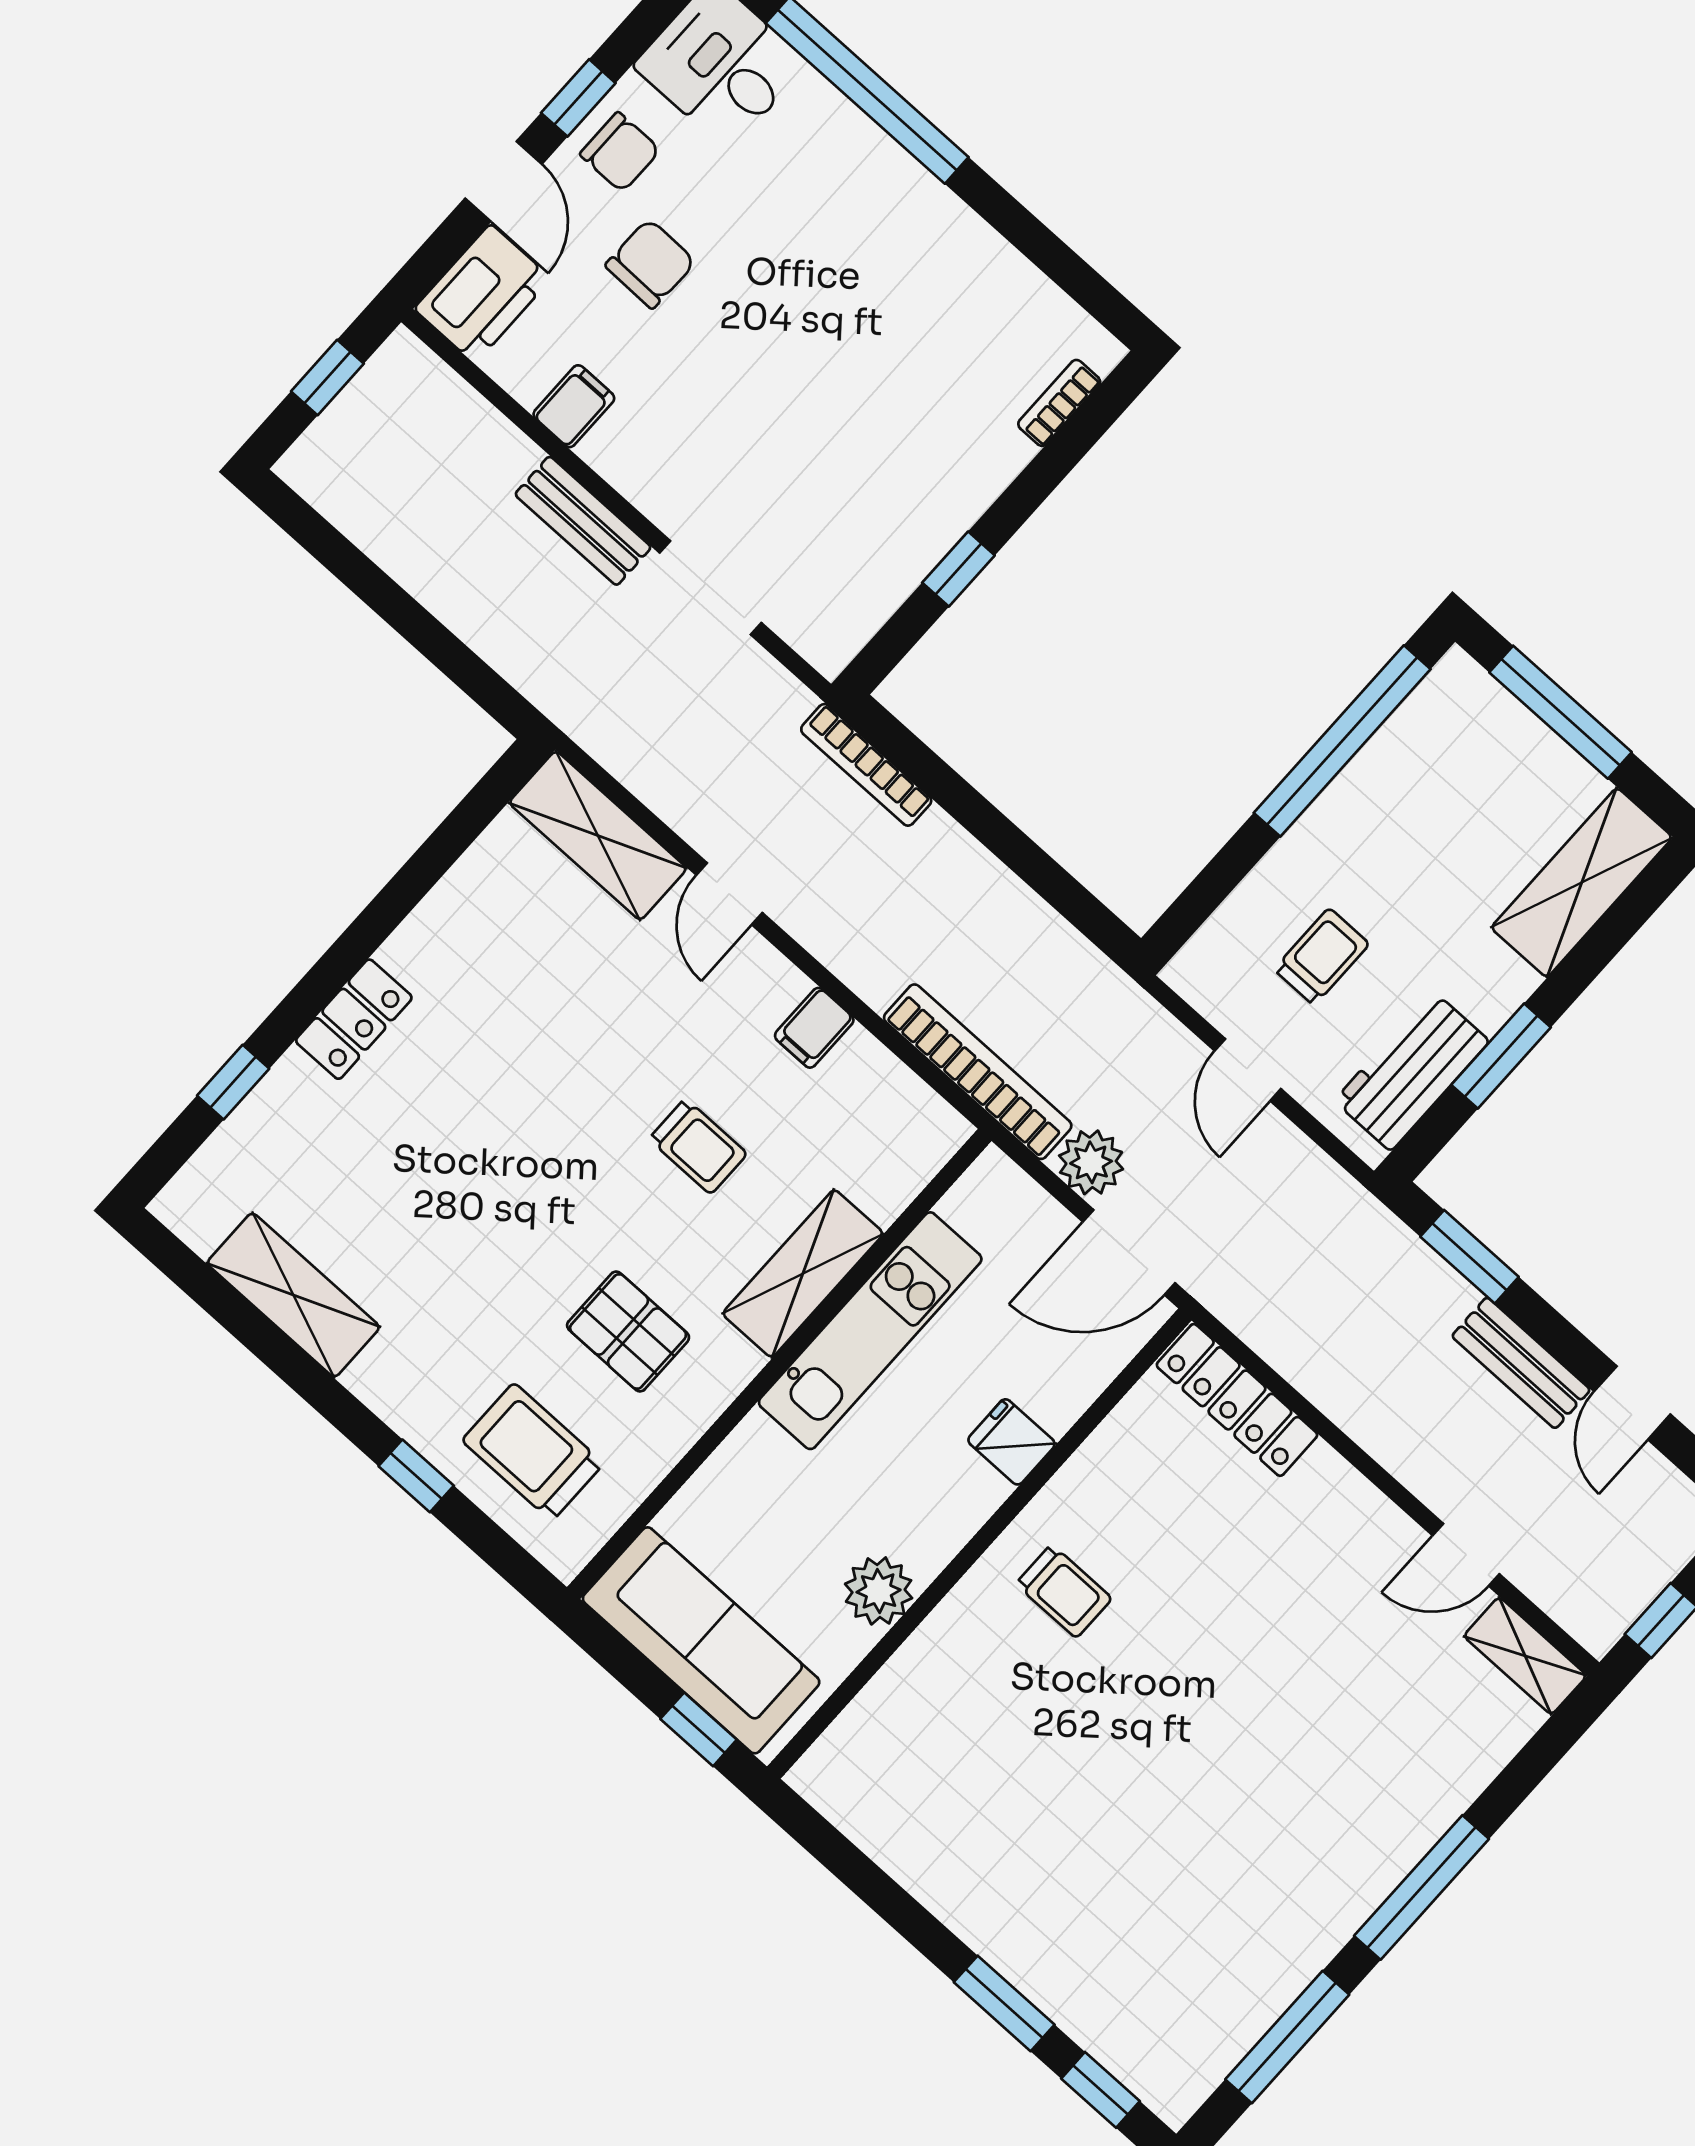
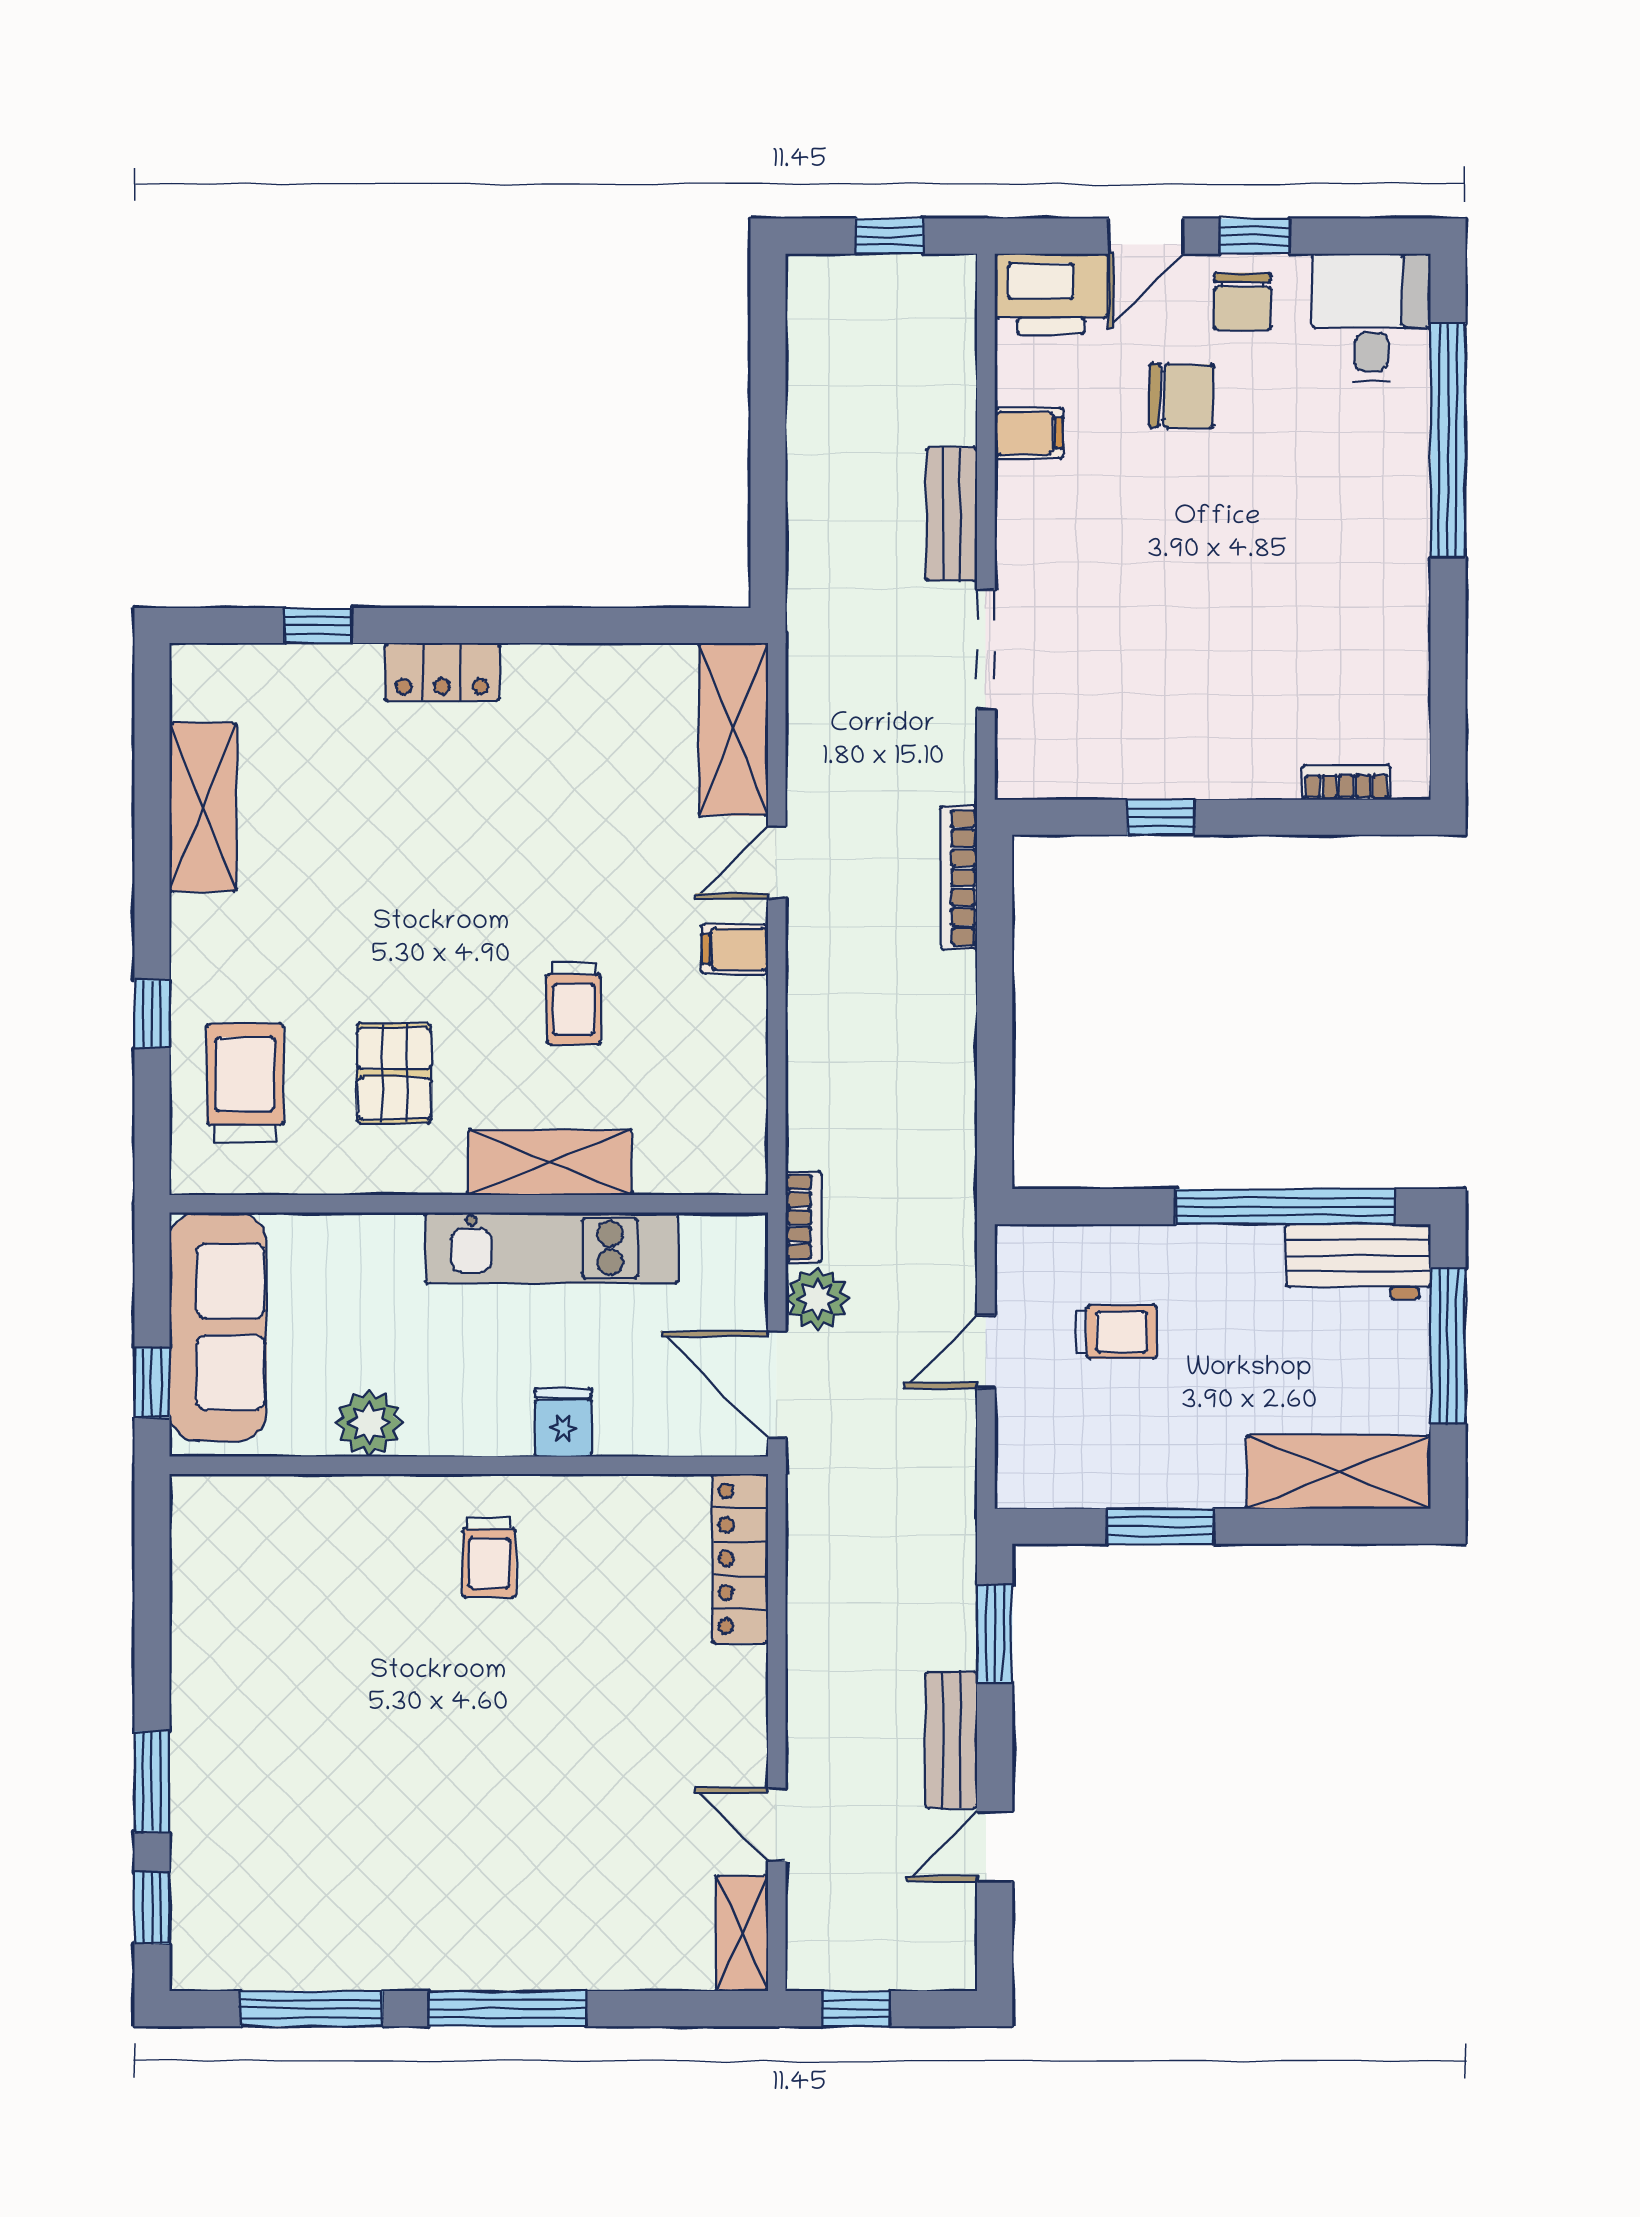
filing cabinet: (814, 1028) -> (735, 949), moved
workbench: (1412, 1071) -> (1358, 1262), moved, turned 180
bookcase: (978, 1072) -> (804, 1217), width x0.43, depth x0.76

